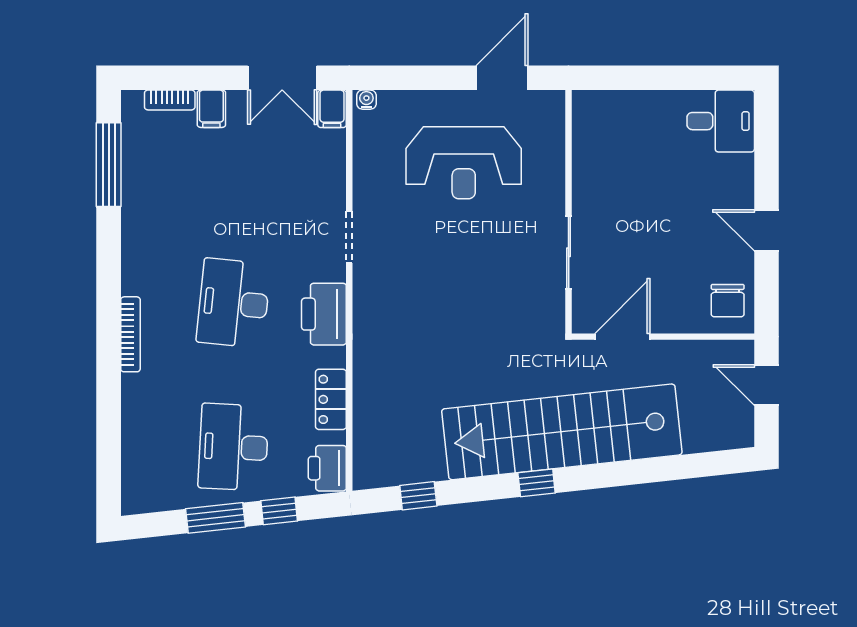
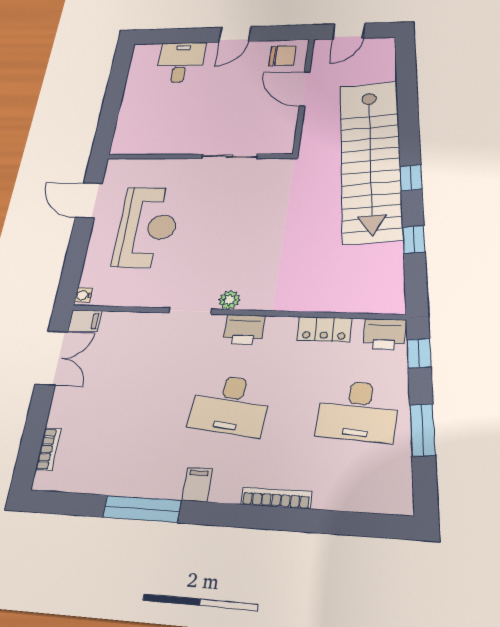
filing cabinet: (211, 109) -> (197, 485), moved, turned -90
desk: (721, 121) -> (181, 62), moved
window: (109, 165) -> (142, 509), moved
plant: (365, 283) -> (229, 300), added
printer: (324, 314) -> (244, 329), width x0.73, depth x0.84
bookcase: (130, 334) -> (276, 498), moved
door: (622, 337) -> (305, 89), moved
window: (418, 496) -> (414, 240), moved
window: (279, 511) -> (419, 353), moved

